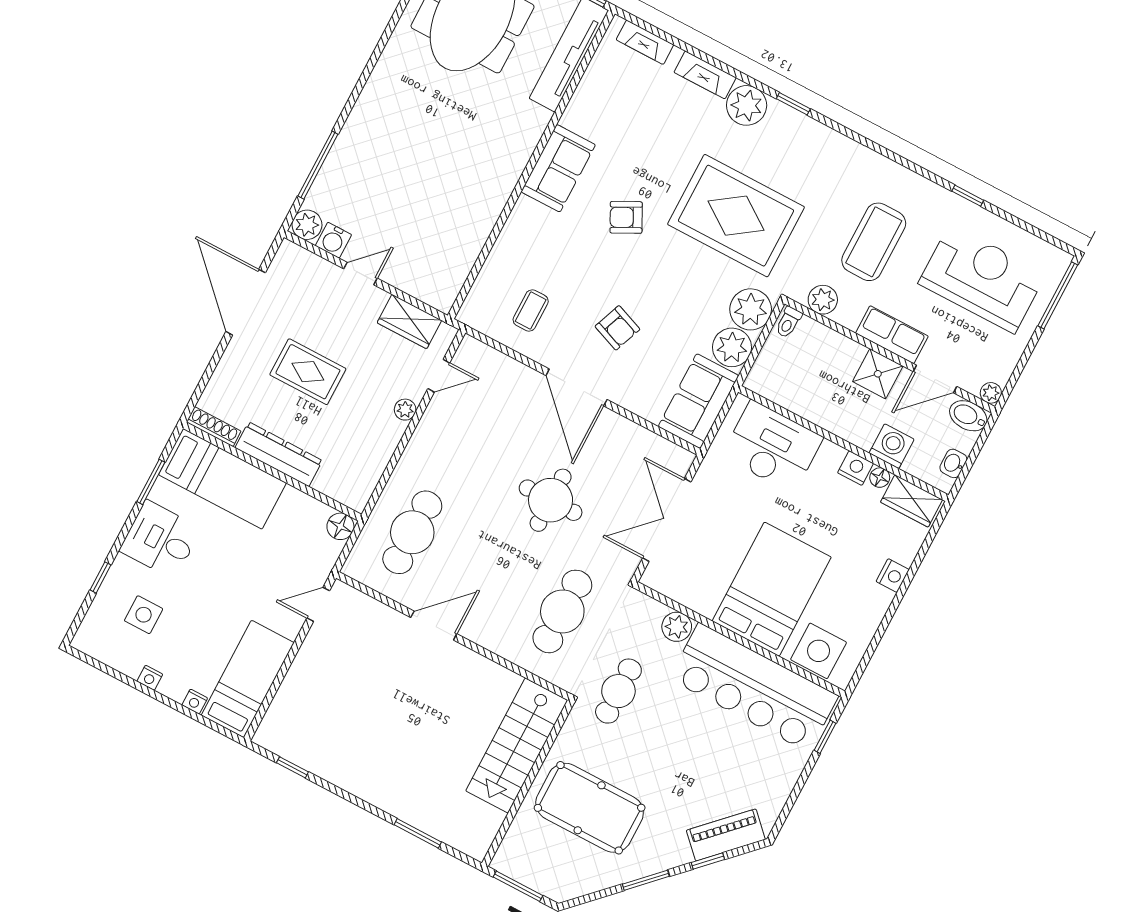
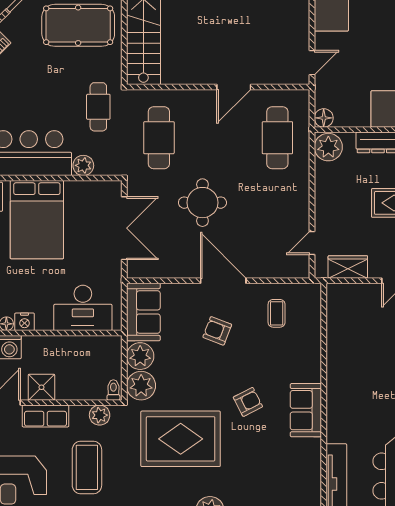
plant: (405, 410) -> (328, 147), moved, width x1.88, depth x1.88

